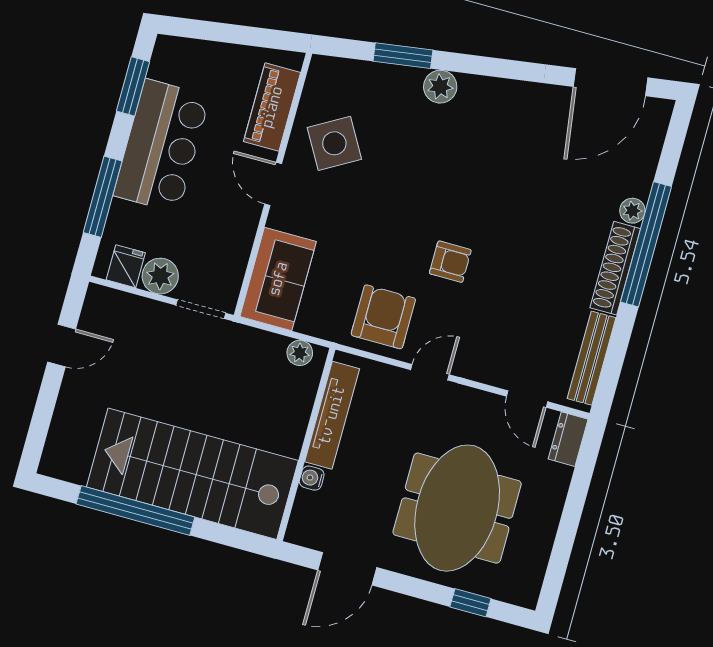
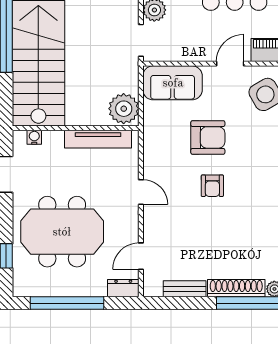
armchair: (383, 317) -> (208, 137), moved
plant: (300, 353) -> (124, 109), width x1.88, depth x1.88
bench: (592, 358) -> (185, 289), width x0.73
water cooler: (312, 478) -> (34, 137), moved
window: (567, 530) -> (67, 303), added

